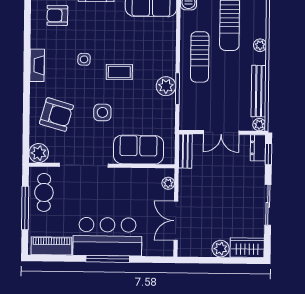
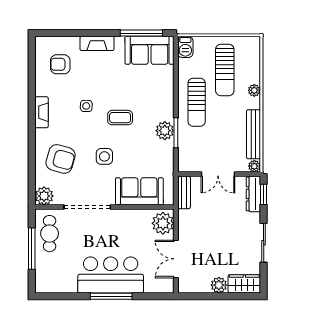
dresser: (258, 148) -> (253, 194), width x1.44
plant: (168, 183) -> (163, 223), width x1.88, depth x1.88
piano: (51, 246) -> (57, 285), removed

